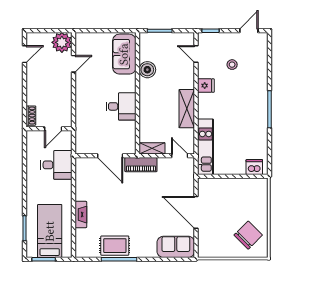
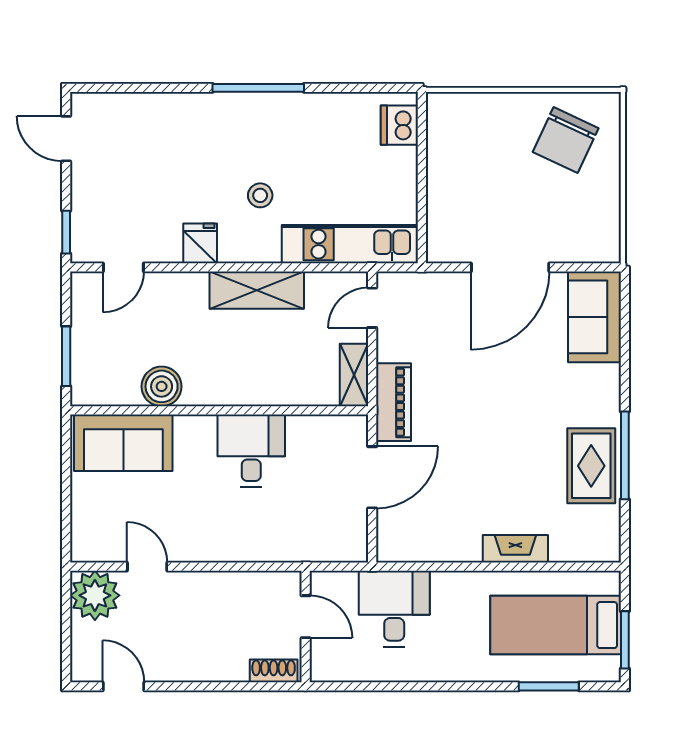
stool: (232, 65) -> (260, 195), moved
chair: (248, 235) -> (566, 140), turned -110

